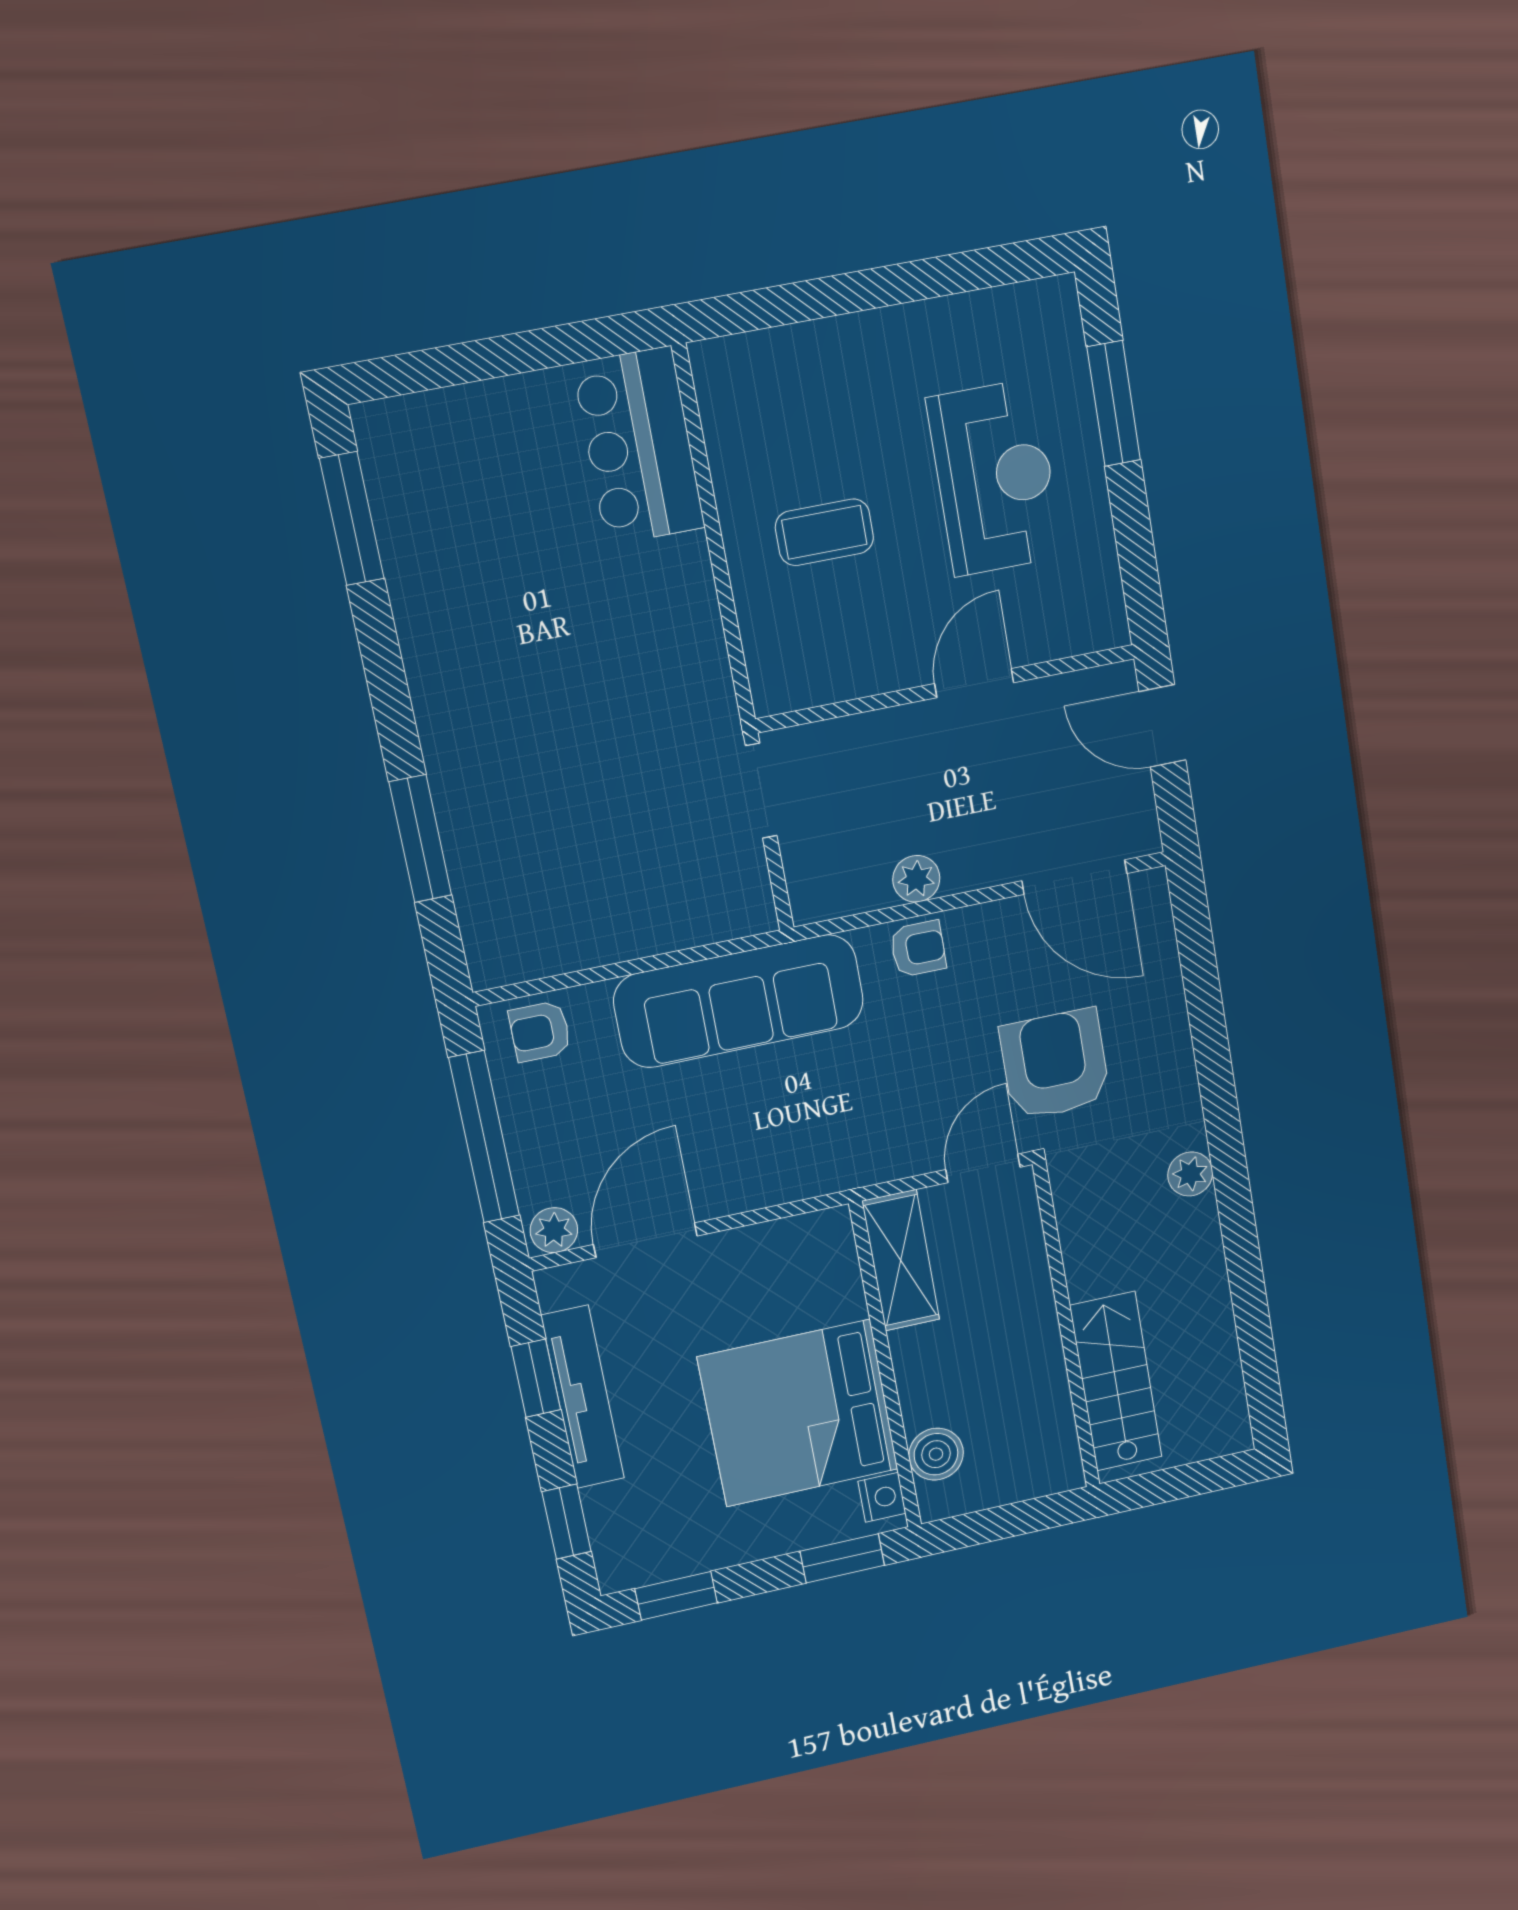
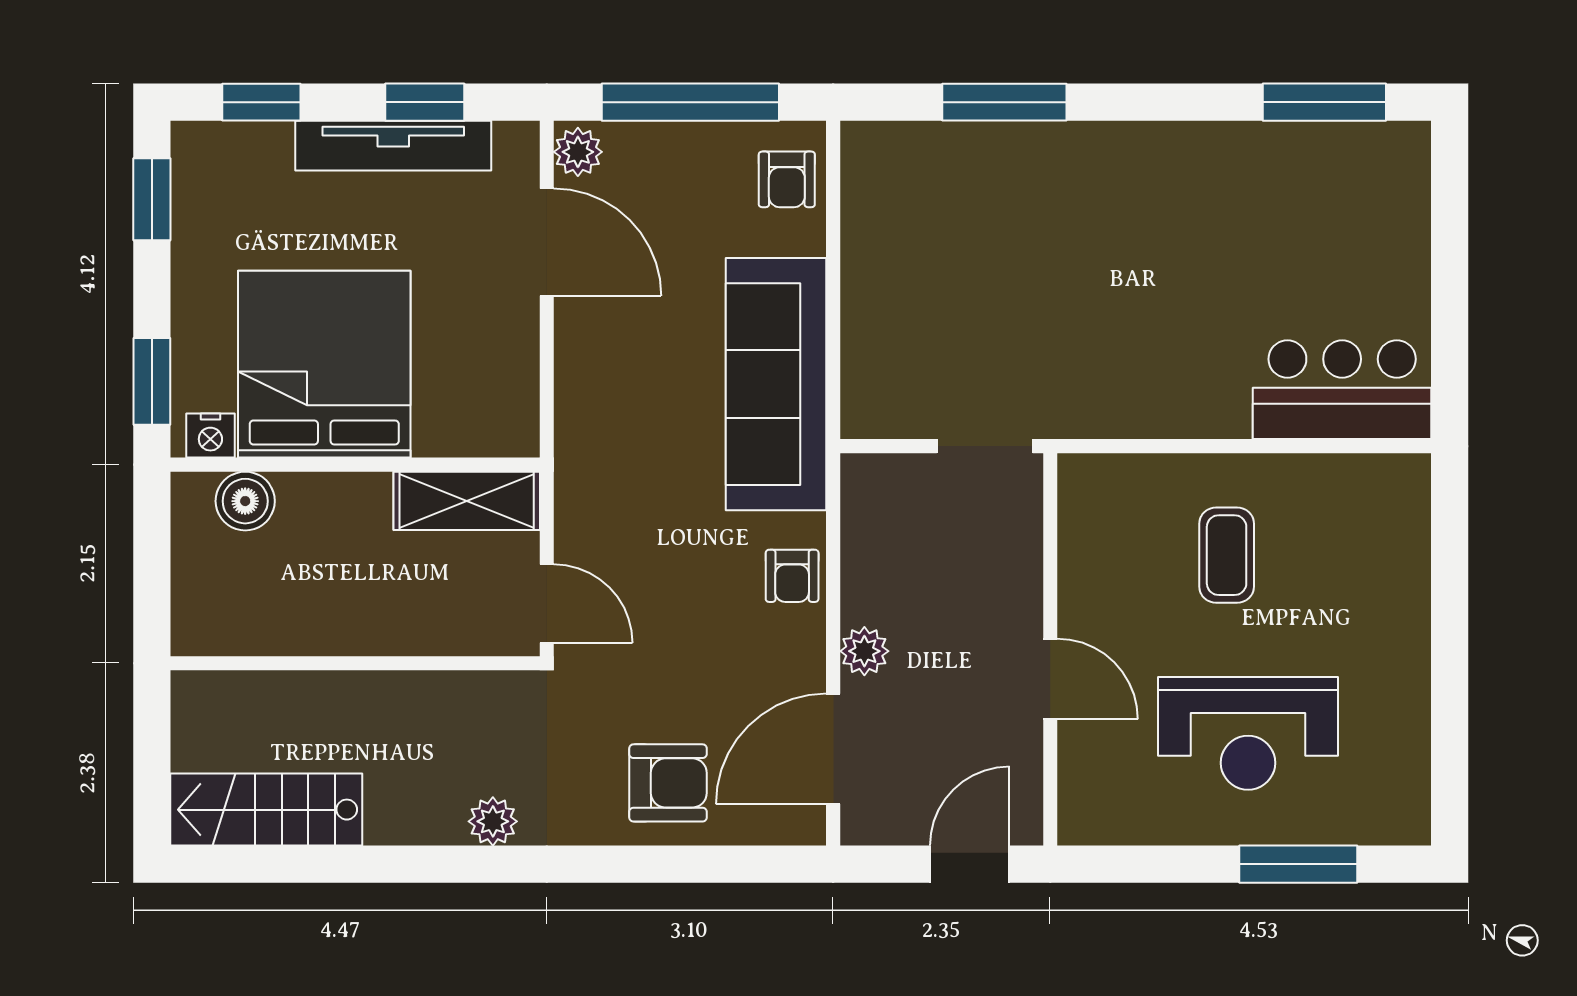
plant: (916, 879) -> (864, 651), moved
armchair: (540, 1031) -> (787, 179), turned 180
armchair: (1055, 1064) -> (668, 783), moved, width x0.73, depth x0.73
stairs: (1116, 1381) -> (266, 810), moved, turned 180

